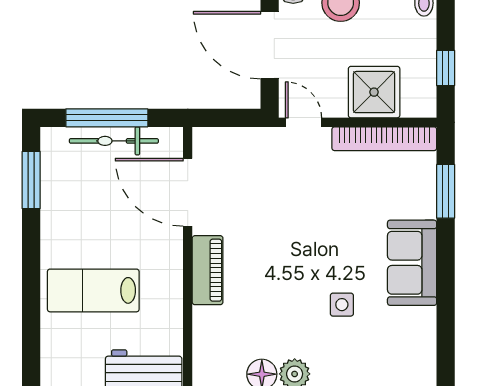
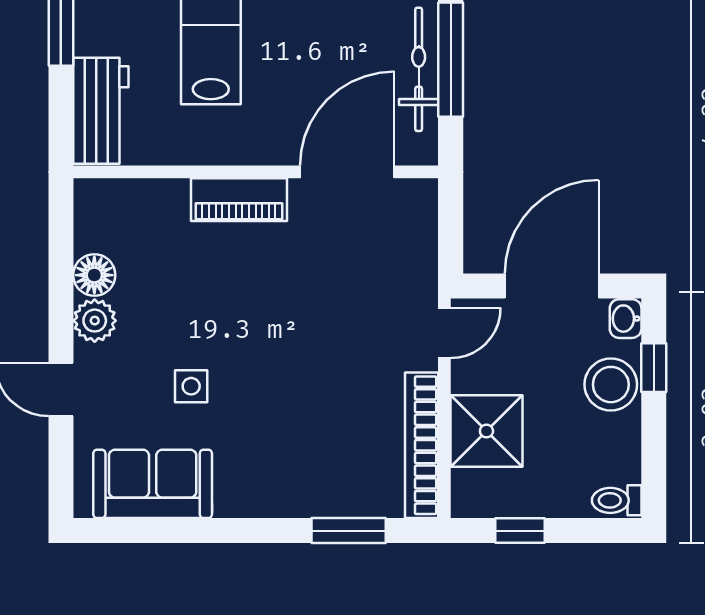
sofa: (412, 263) -> (153, 484), moved

